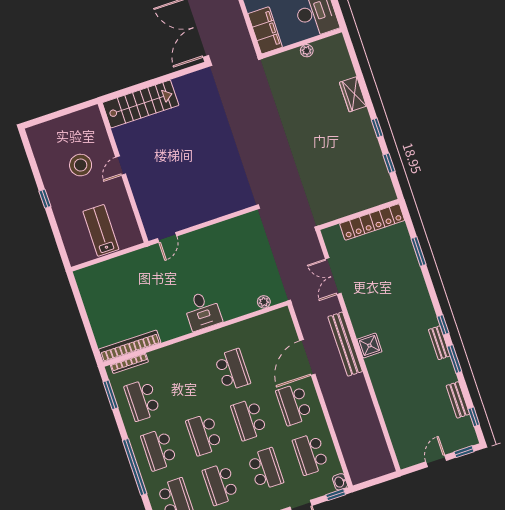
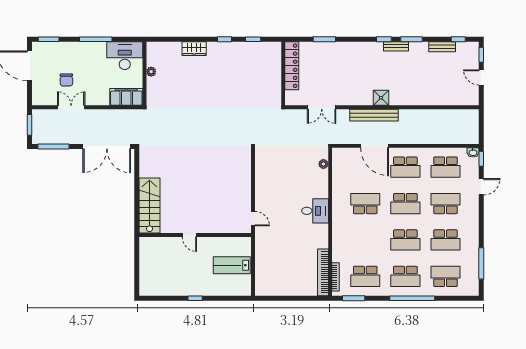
stool: (81, 165) -> (179, 264), removed

